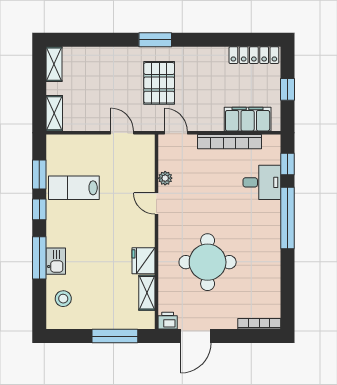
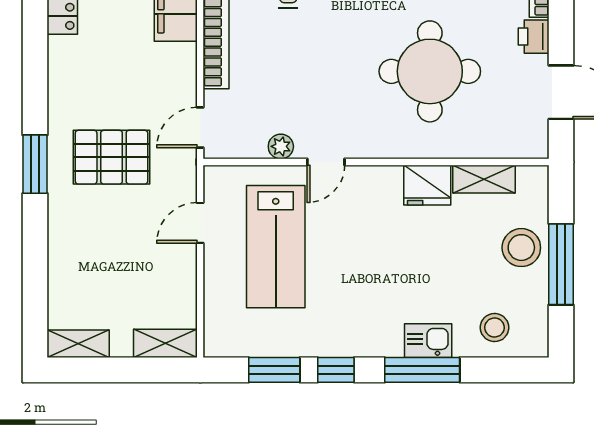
lab bench: (74, 188) -> (276, 247), moved, width x1.36, depth x1.39
stool: (108, 314) -> (521, 248), added
printer: (168, 321) -> (534, 37), moved
window: (115, 336) -> (561, 264), moved

